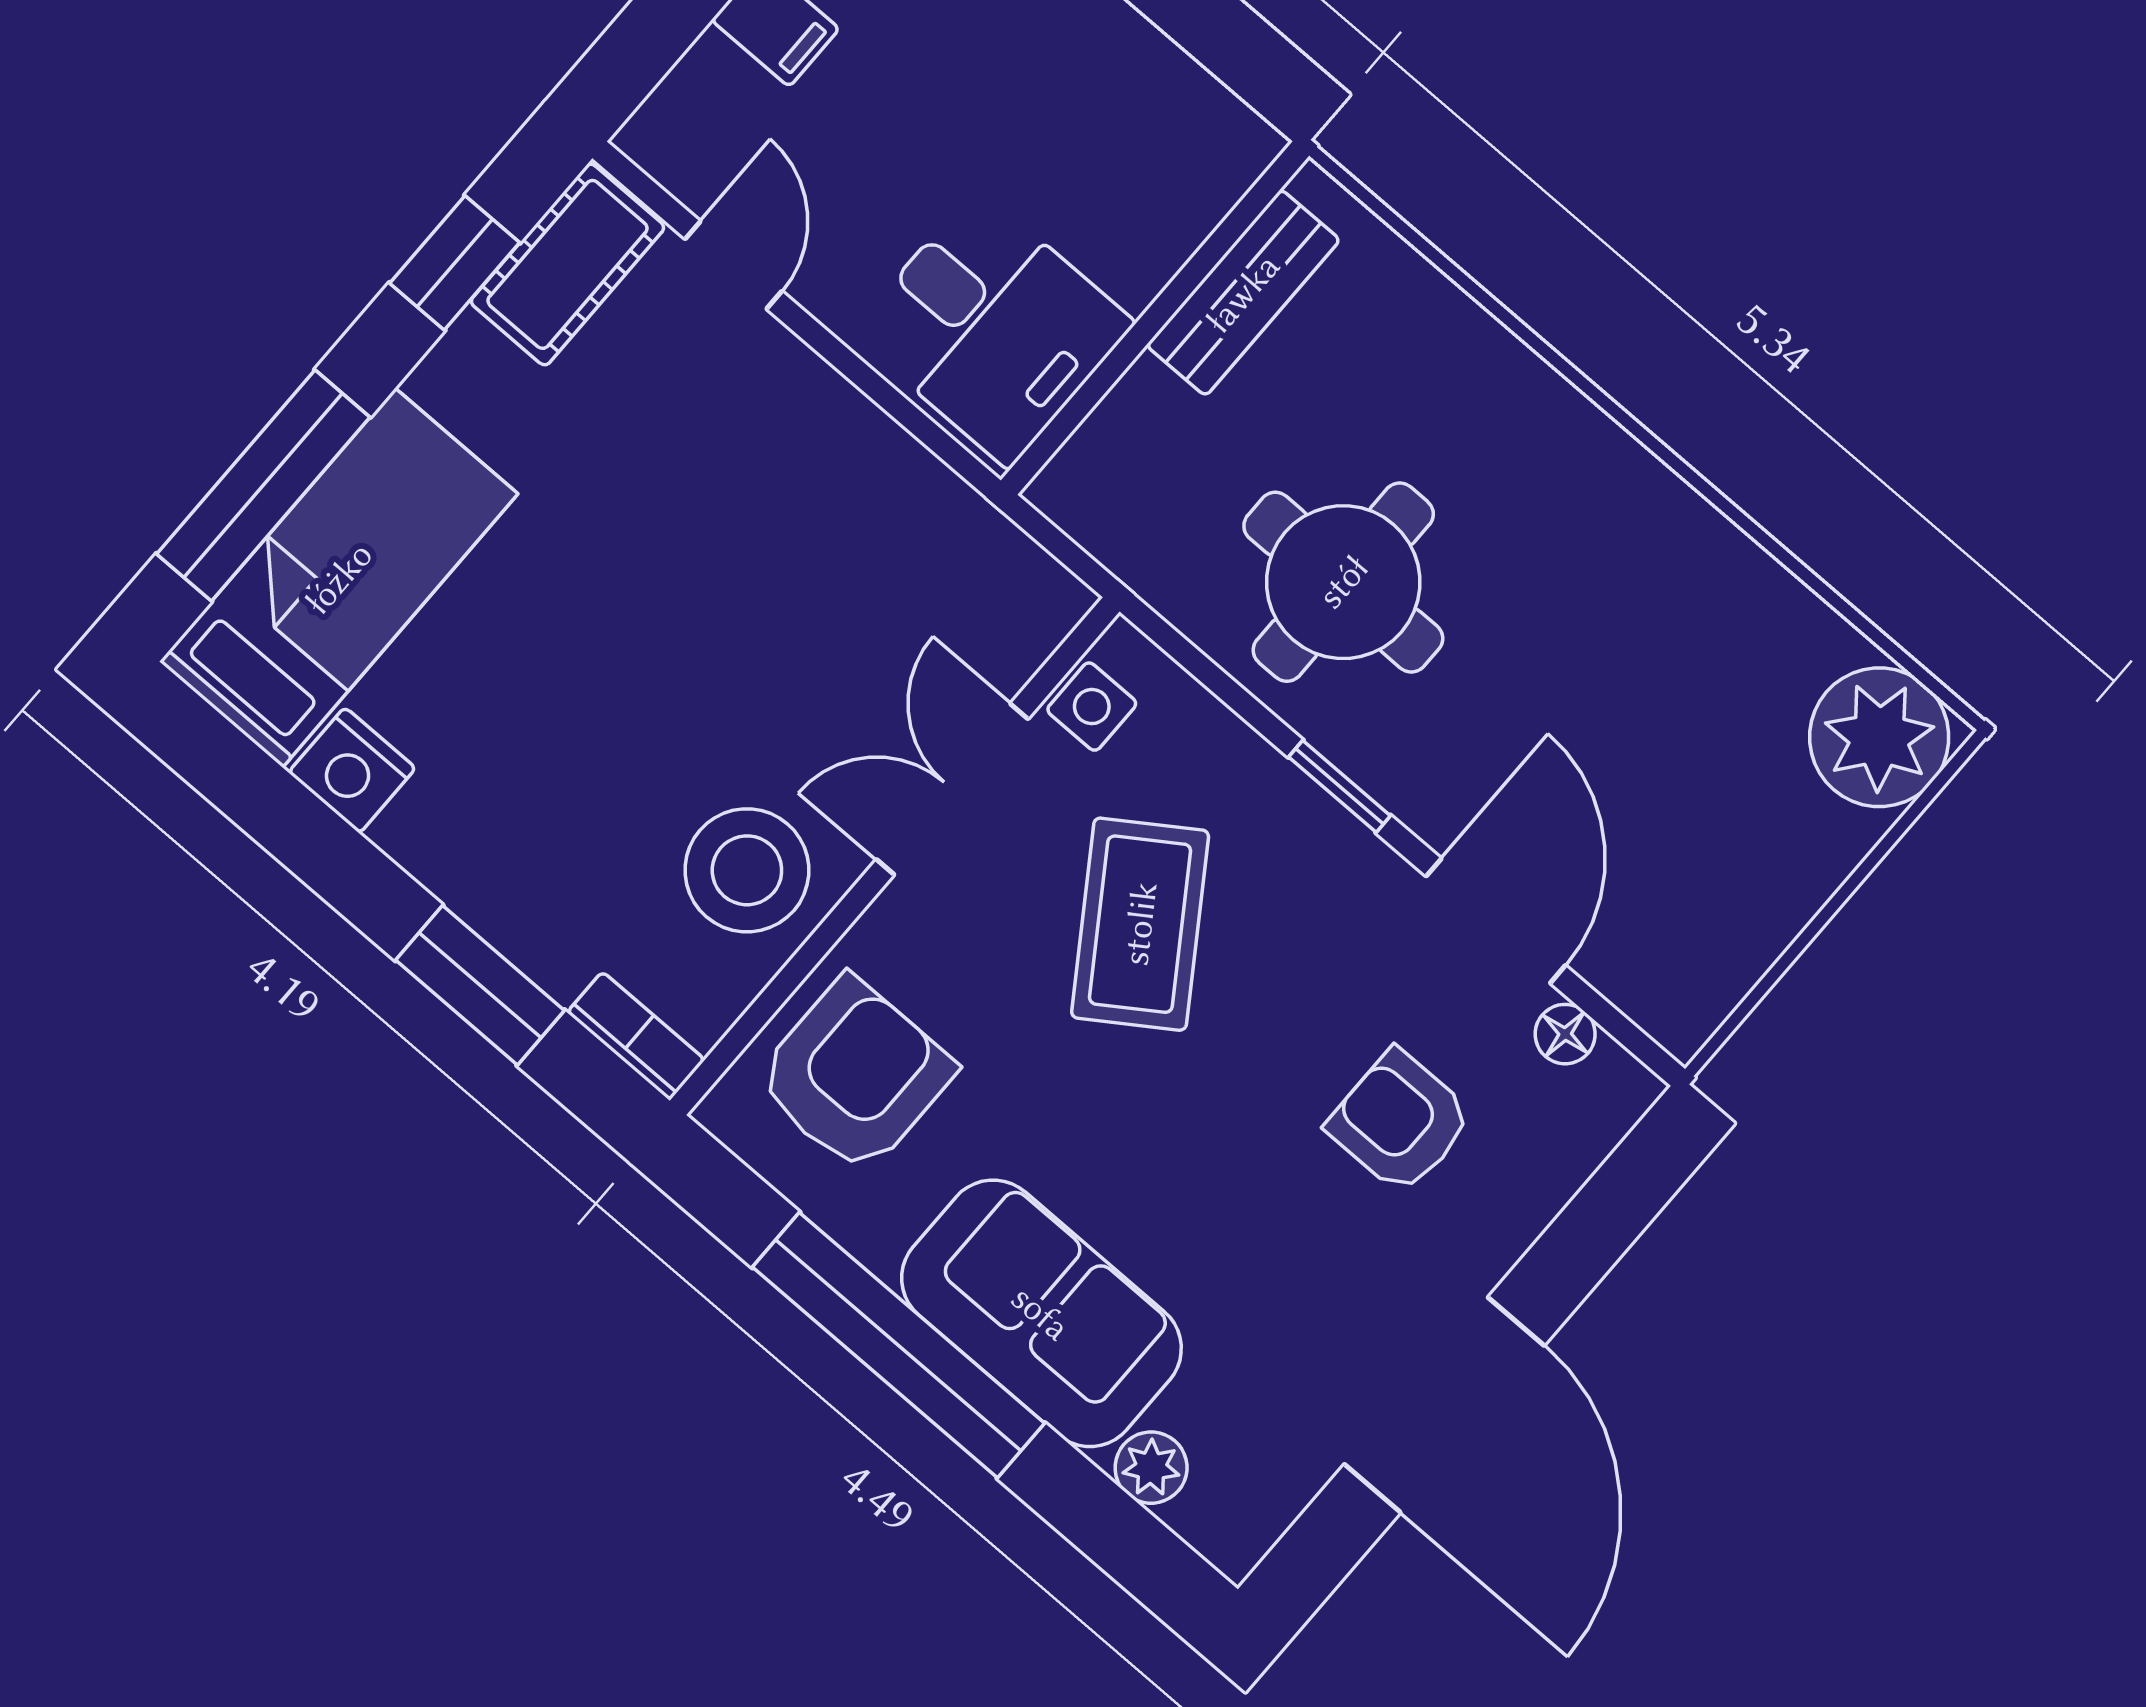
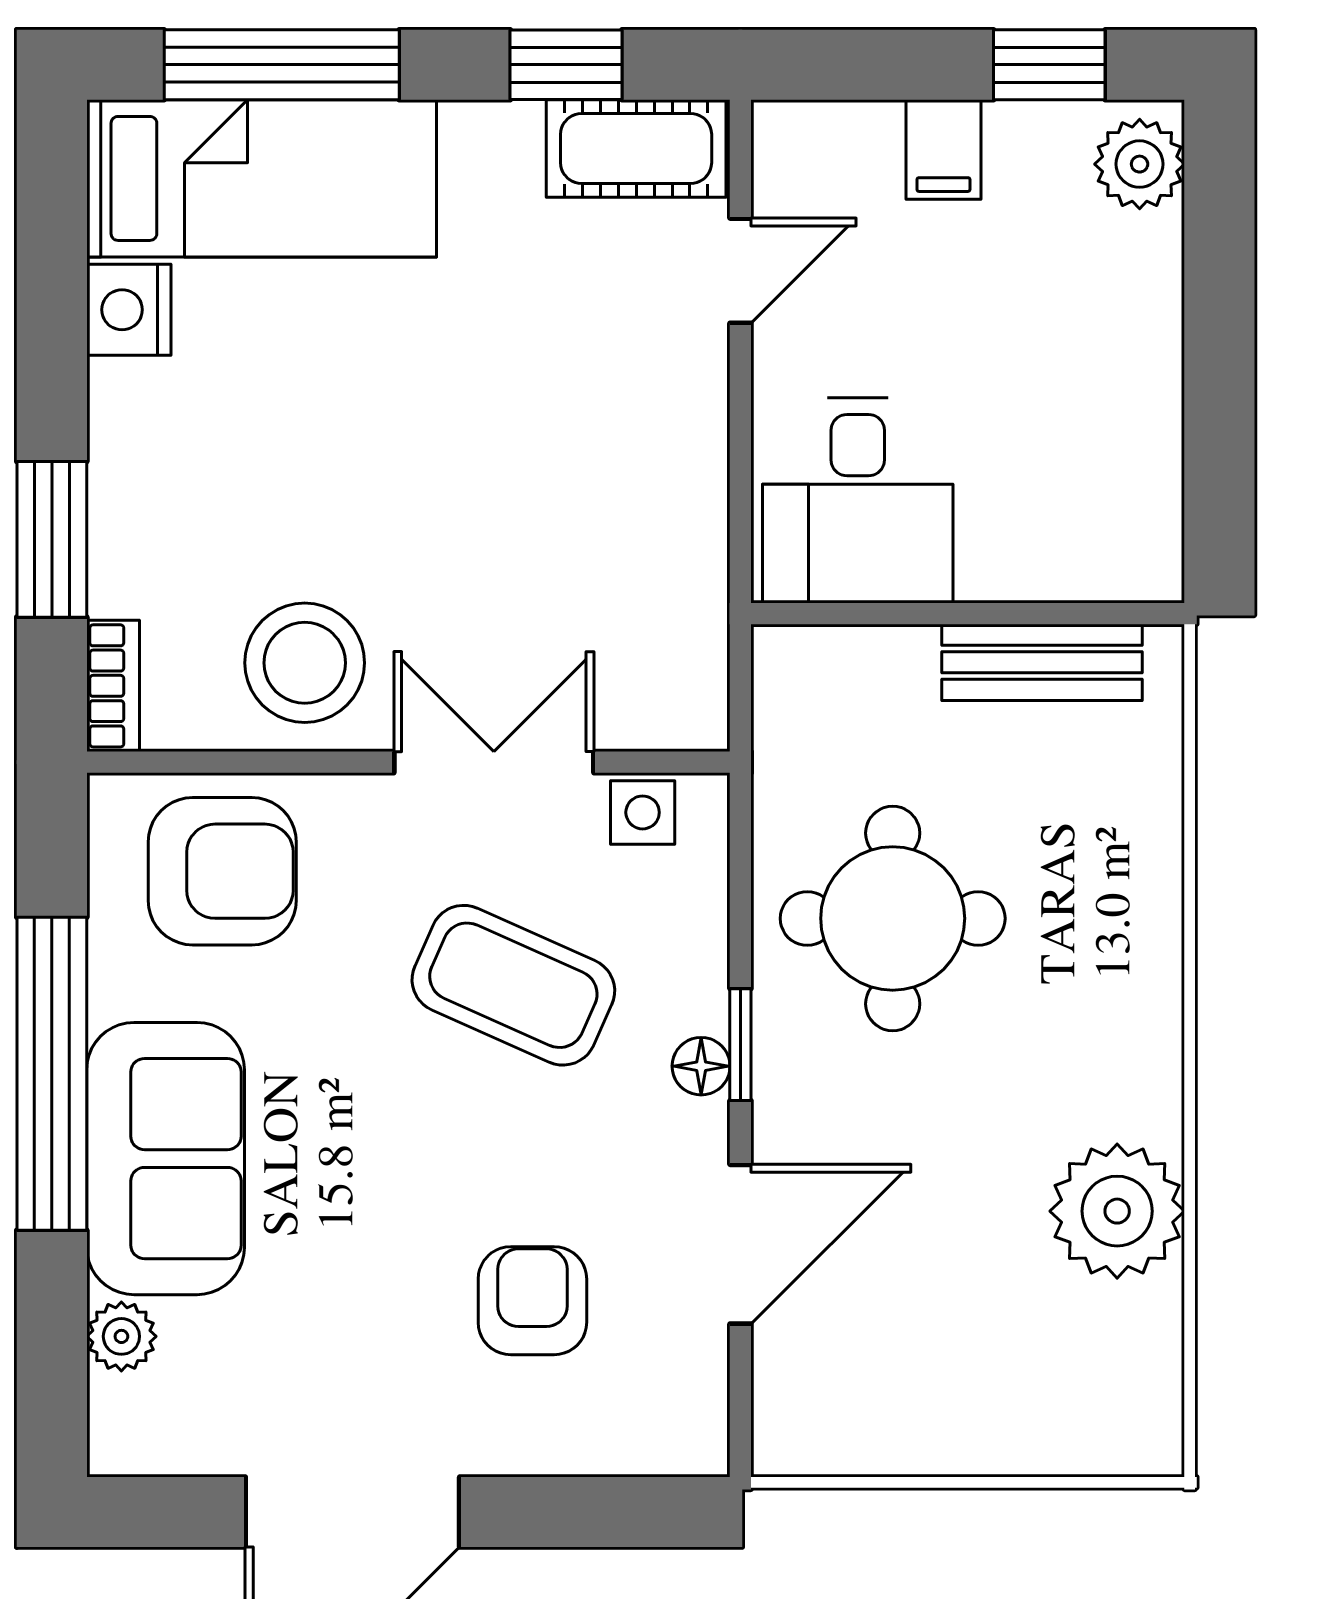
plant: (1879, 737) -> (1117, 1211), moved
coffee table: (1140, 924) -> (513, 985), turned 58
floor lamp: (1565, 1034) -> (701, 1066), moved

